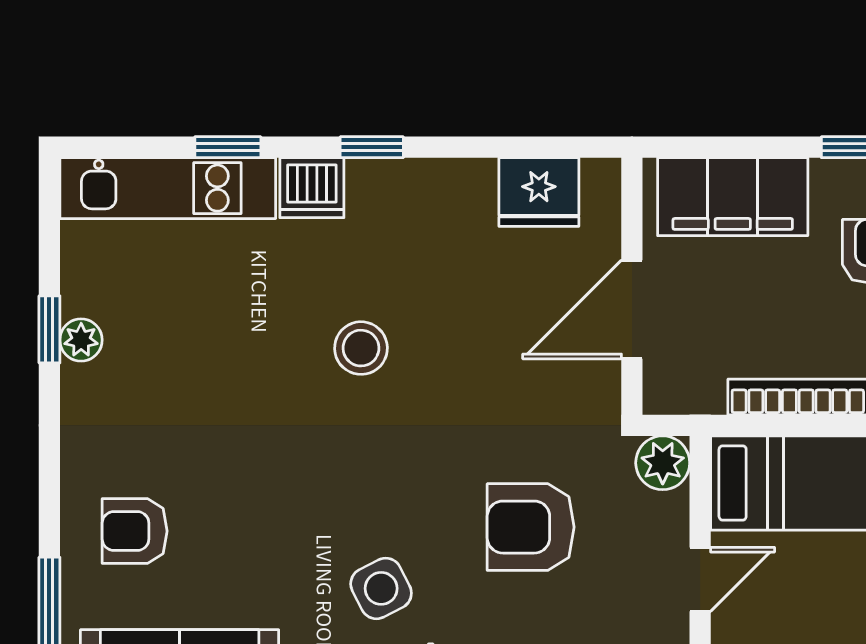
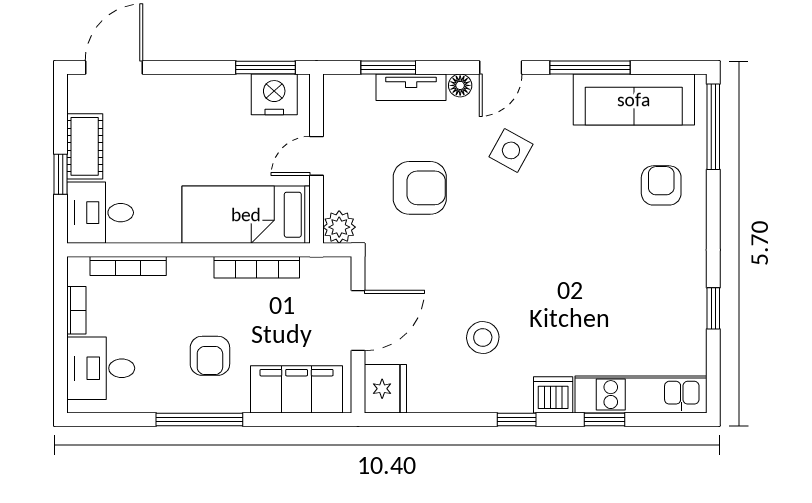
fridge: (539, 192) -> (385, 389), moved, turned 90
plant: (81, 340) -> (694, 302), removed
stool: (361, 348) -> (483, 337), moved
armchair: (135, 531) -> (661, 185), turned -90
side table: (381, 588) -> (511, 150), turned -34

